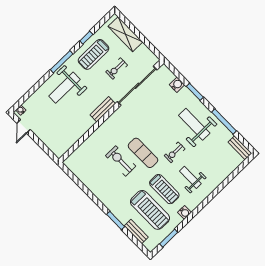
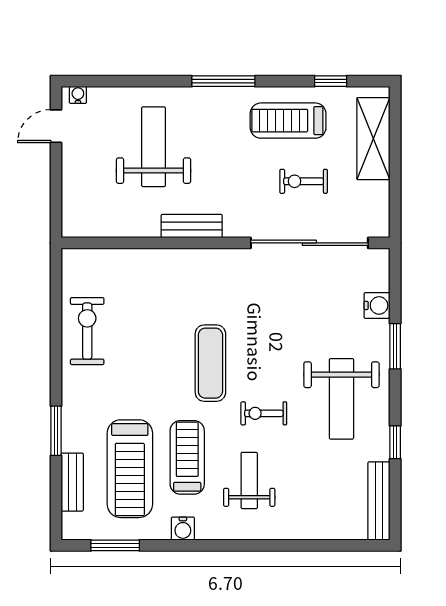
window: (86, 38) -> (331, 81), moved
weight bench: (64, 88) -> (154, 147), moved, turned 90
bench: (103, 109) -> (192, 226), moved
window: (224, 121) -> (395, 442), width x0.46
weight bench: (194, 124) -> (341, 399), turned 180
bench: (240, 148) -> (379, 501), width x1.36
exercise bike: (121, 161) -> (87, 331), moved
treadmill: (164, 189) -> (187, 457), turned 180

